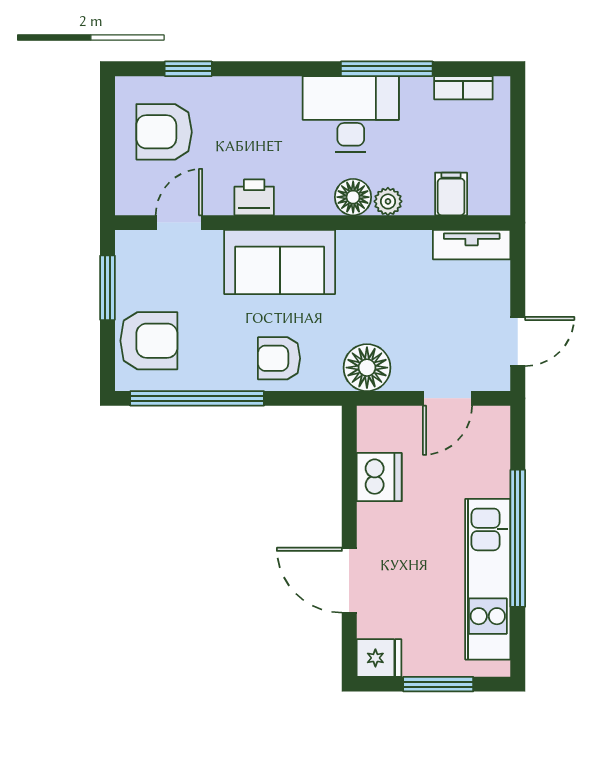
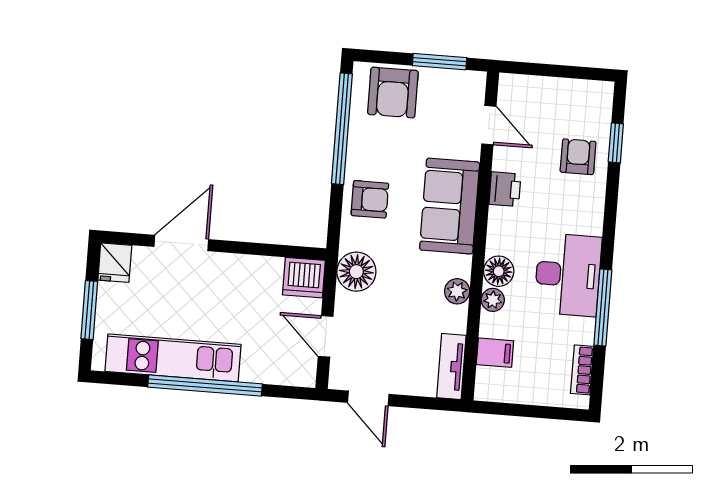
armchair: (164, 132) -> (578, 157), moved, width x0.72, depth x0.72
plant: (381, 245) -> (457, 291), added
armchair: (279, 358) -> (370, 199), turned 90
dishwasher: (379, 477) -> (304, 278), moved

